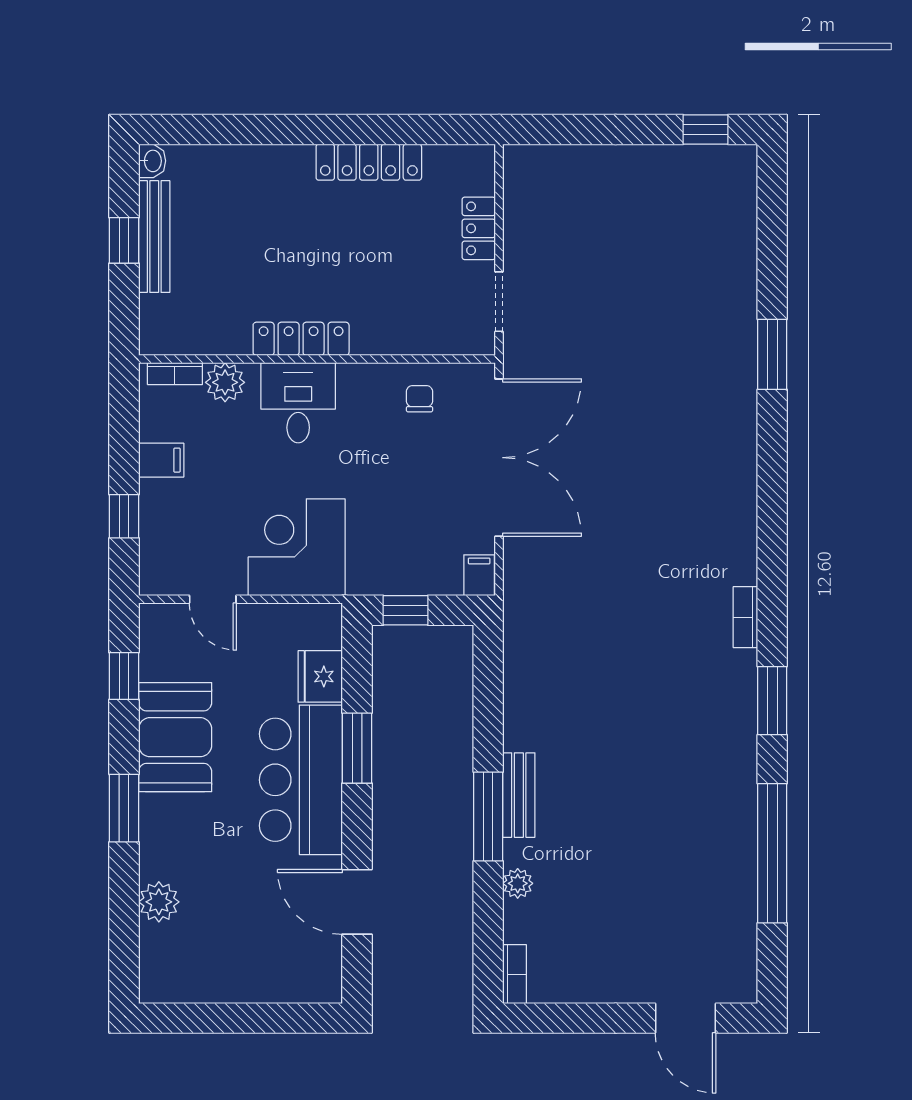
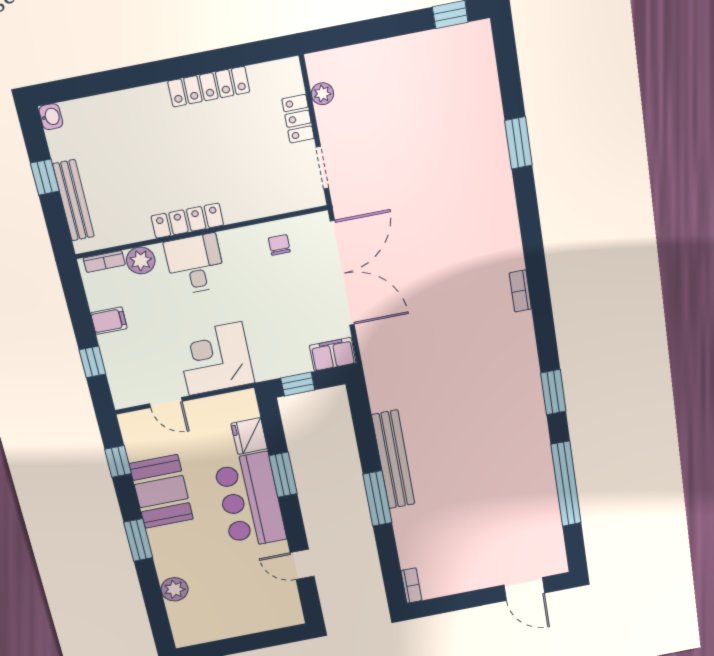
bench: (154, 237) -> (73, 200), moved
window: (772, 354) -> (518, 143), moved
filing cabinet: (479, 575) -> (333, 354), width x2.00
bookcase: (745, 617) -> (520, 291), moved
bench: (519, 795) -> (393, 460), width x1.86, depth x1.21
plant: (518, 883) -> (322, 94), moved
door: (357, 902) -> (302, 564), width x0.73

